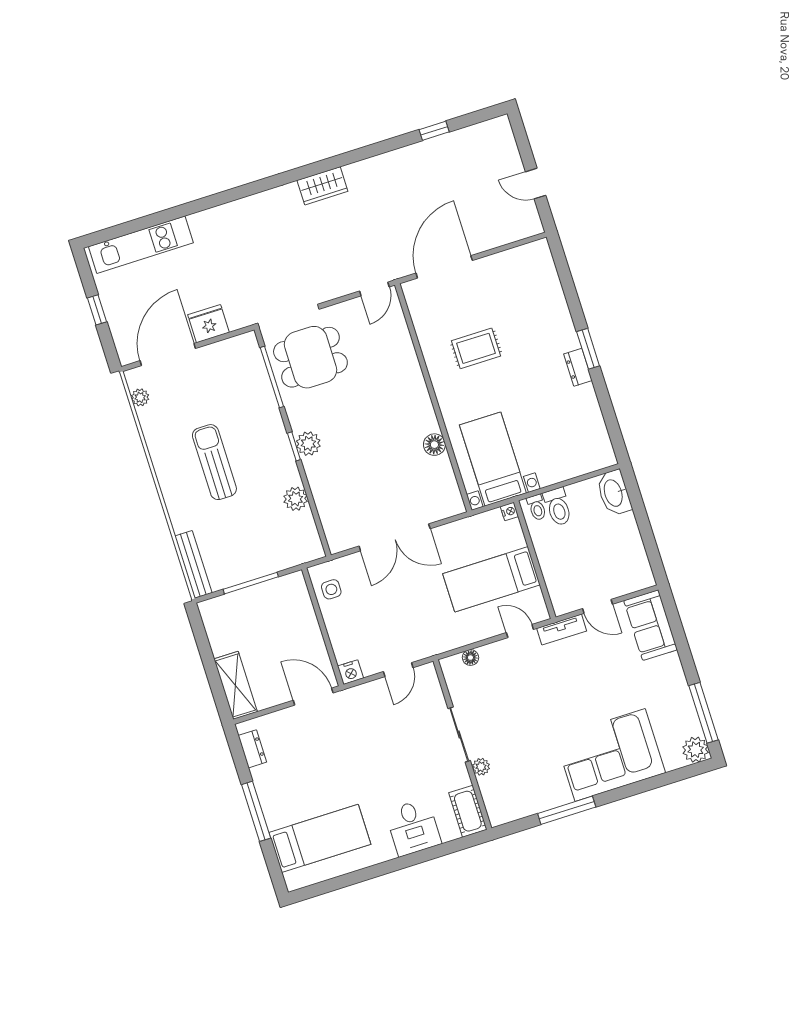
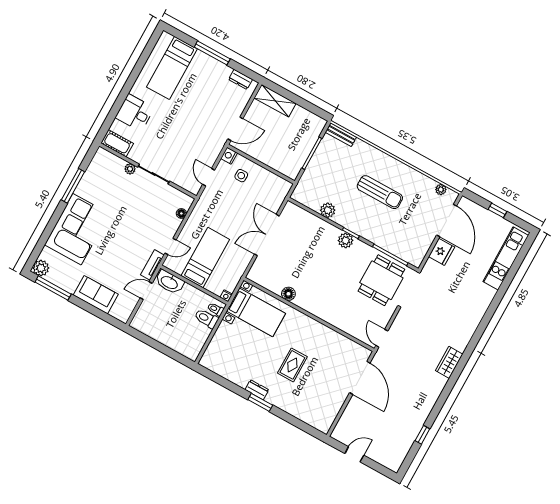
rug: (476, 348) -> (292, 365), moved
washbasin: (614, 493) -> (169, 282), moved, turned 180
bench: (193, 564) -> (341, 135), width x0.73
side table: (331, 589) -> (241, 176), moved
sofa: (651, 625) -> (96, 295), moved

